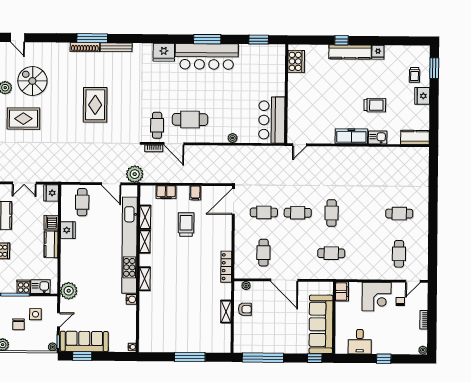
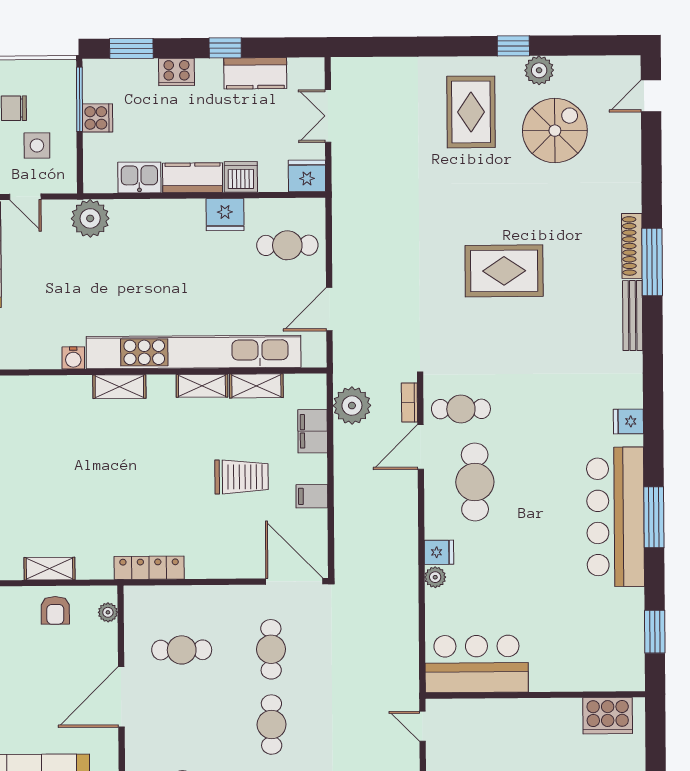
fridge: (164, 52) -> (628, 421), width x0.53, depth x0.75
fridge: (221, 136) -> (439, 552), added
plant: (135, 174) -> (352, 406), moved
kitchen sink: (40, 287) -> (139, 178), moved, turned -90

